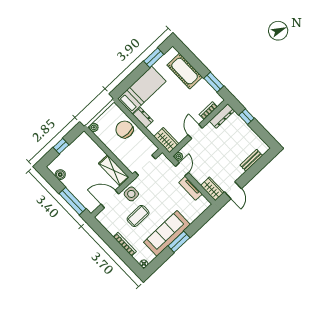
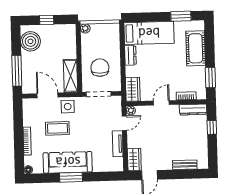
chair: (125, 129) -> (100, 68), moved
boiler: (60, 175) -> (30, 41), width x1.86, depth x1.86

